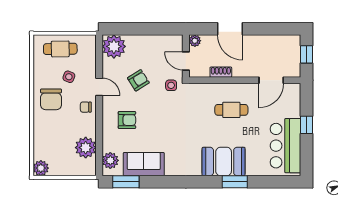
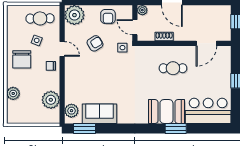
cafe table: (60, 49) -> (40, 18), moved
armchair: (127, 120) -> (108, 17), moved, turned 90
bar counter: (285, 146) -> (208, 111), moved, turned 90
plant: (41, 168) -> (13, 93), moved

